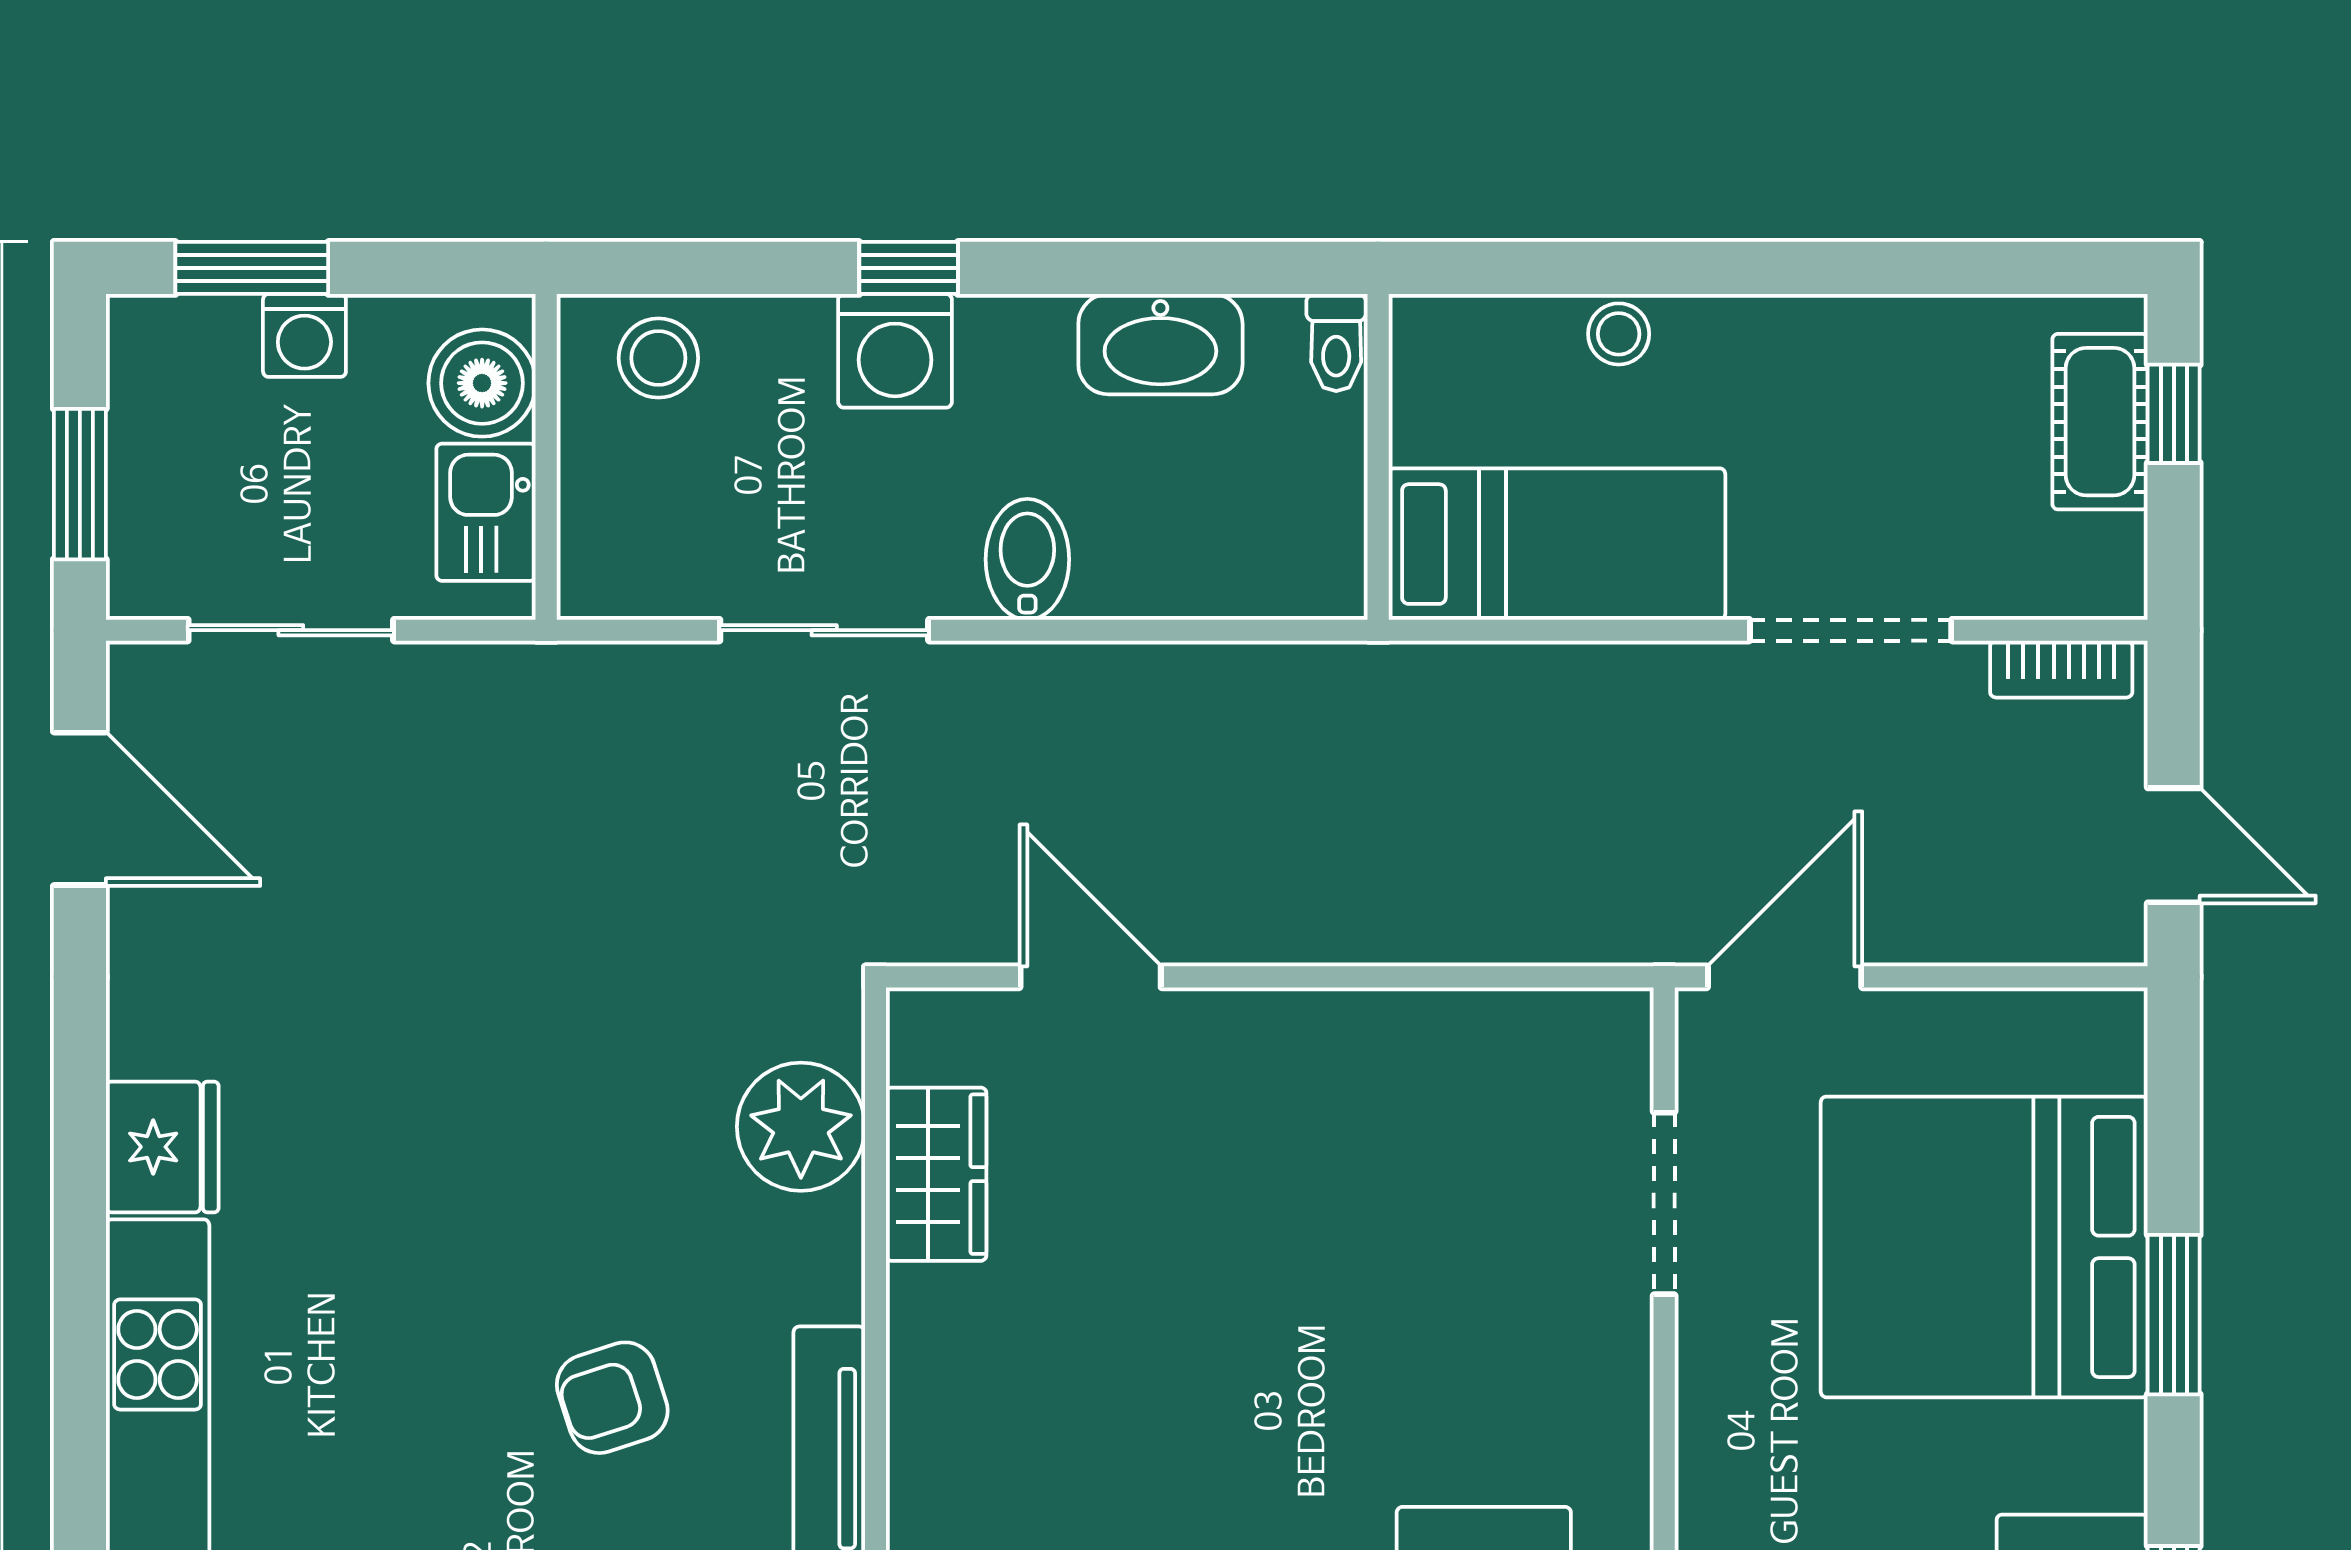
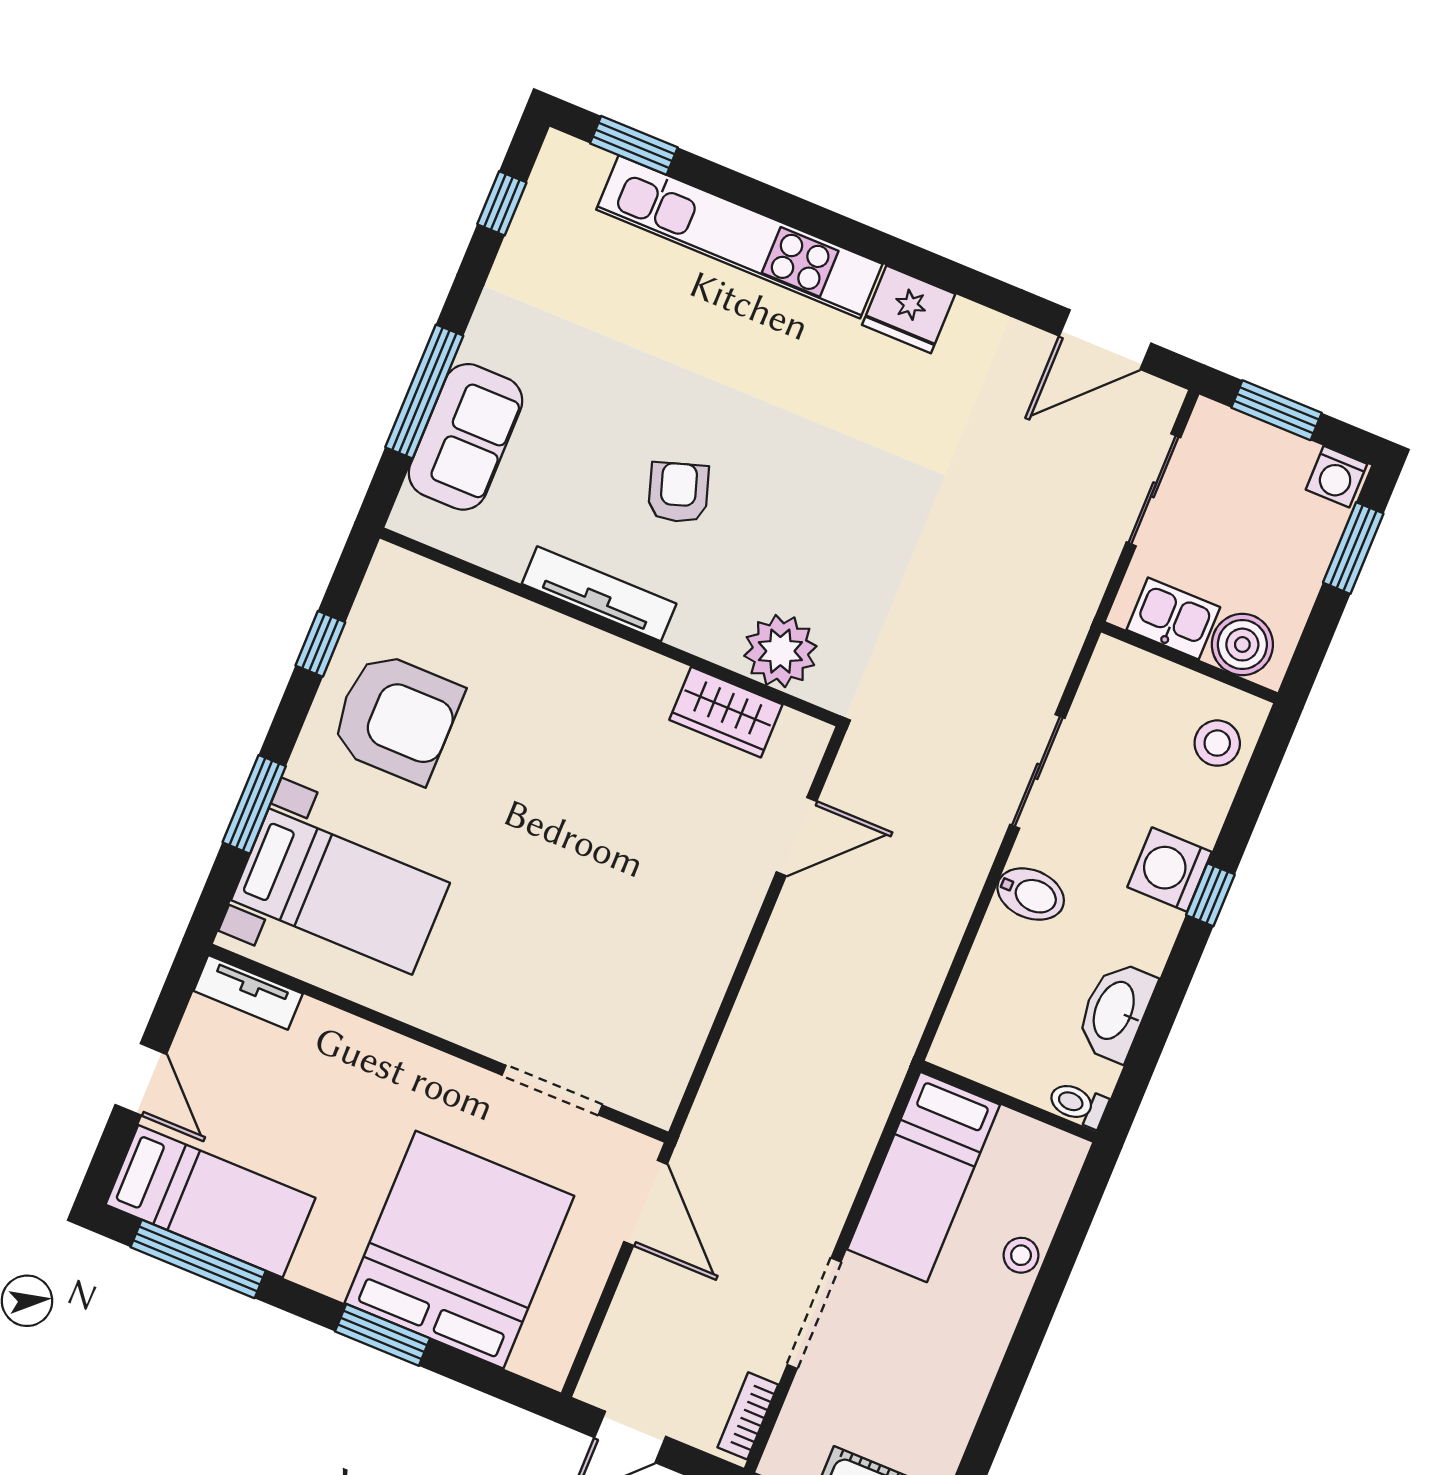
washing machine: (304, 335) -> (1337, 477), moved, turned -90

